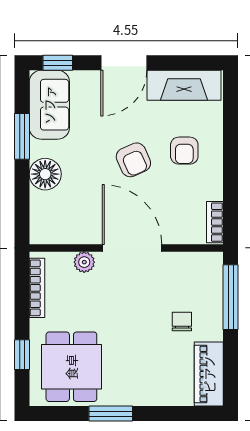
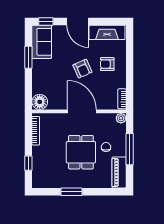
door: (124, 63) -> (78, 21), hinge flipped
armchair: (184, 151) -> (107, 64), turned 90
floor lamp: (45, 174) -> (40, 102), moved
plant: (84, 262) -> (121, 118), moved
window: (231, 297) -> (130, 149), moved
dining table: (71, 367) -> (81, 152), moved

